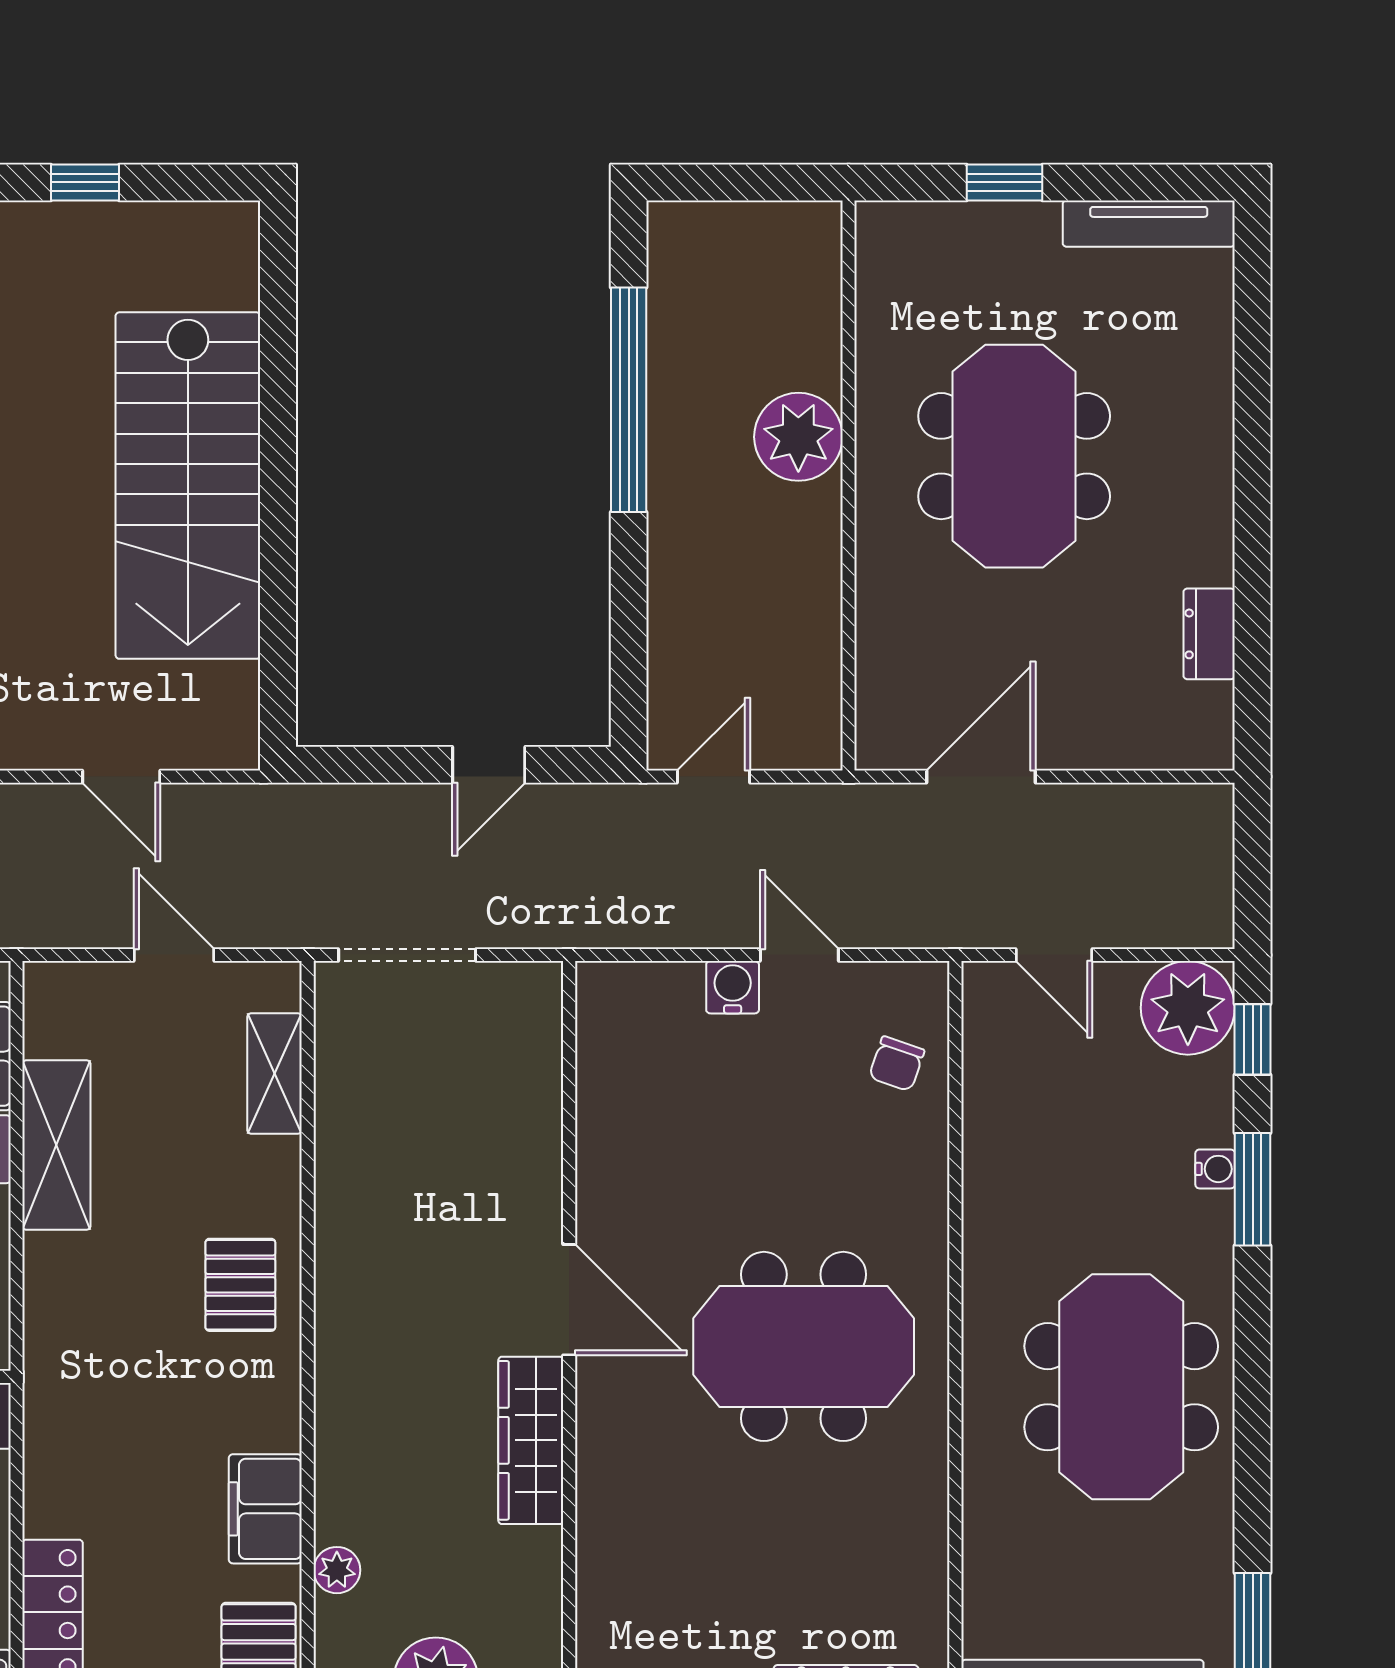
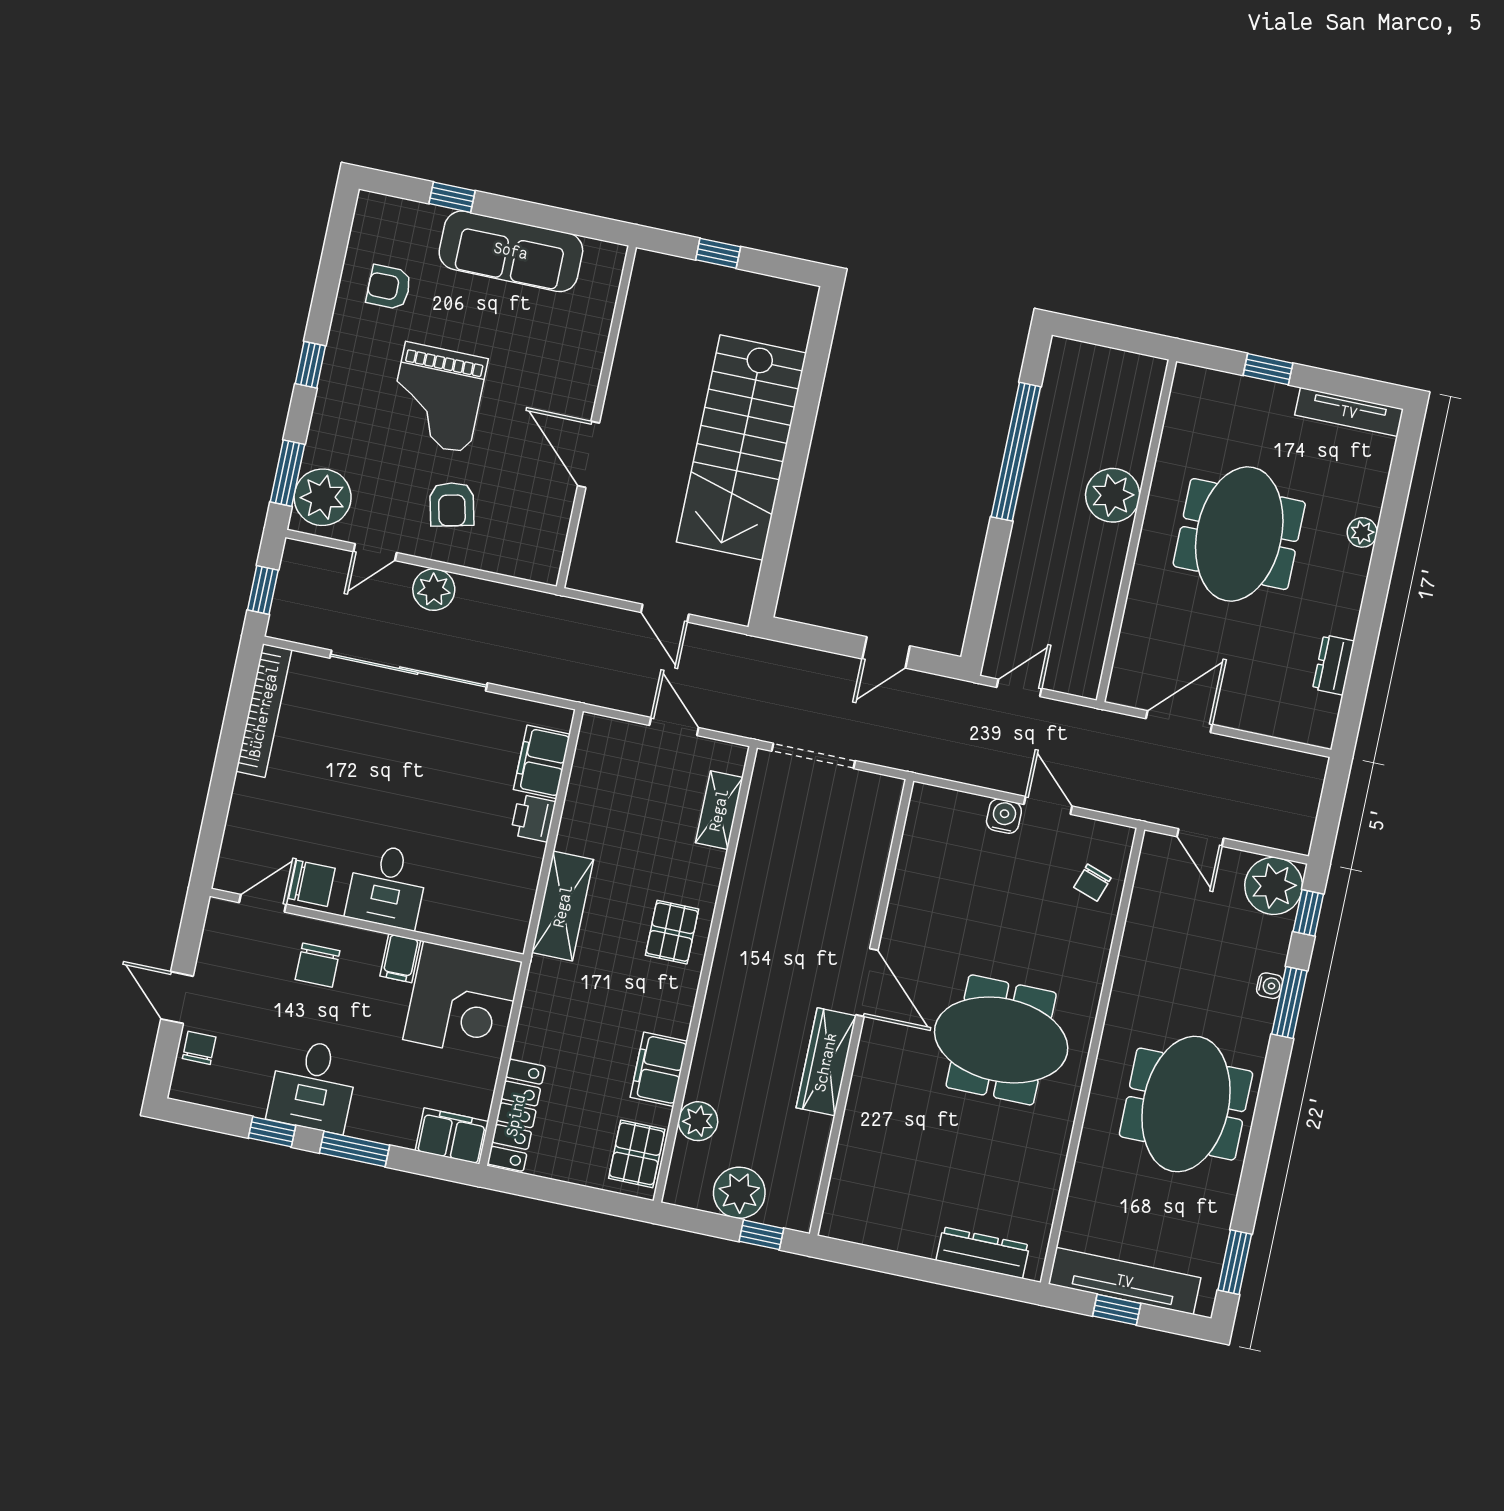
plant: (1210, 412) -> (1362, 532), added
shelving: (56, 1145) -> (563, 906), moved
plant: (337, 1570) -> (698, 1121), width x1.38, depth x1.38

